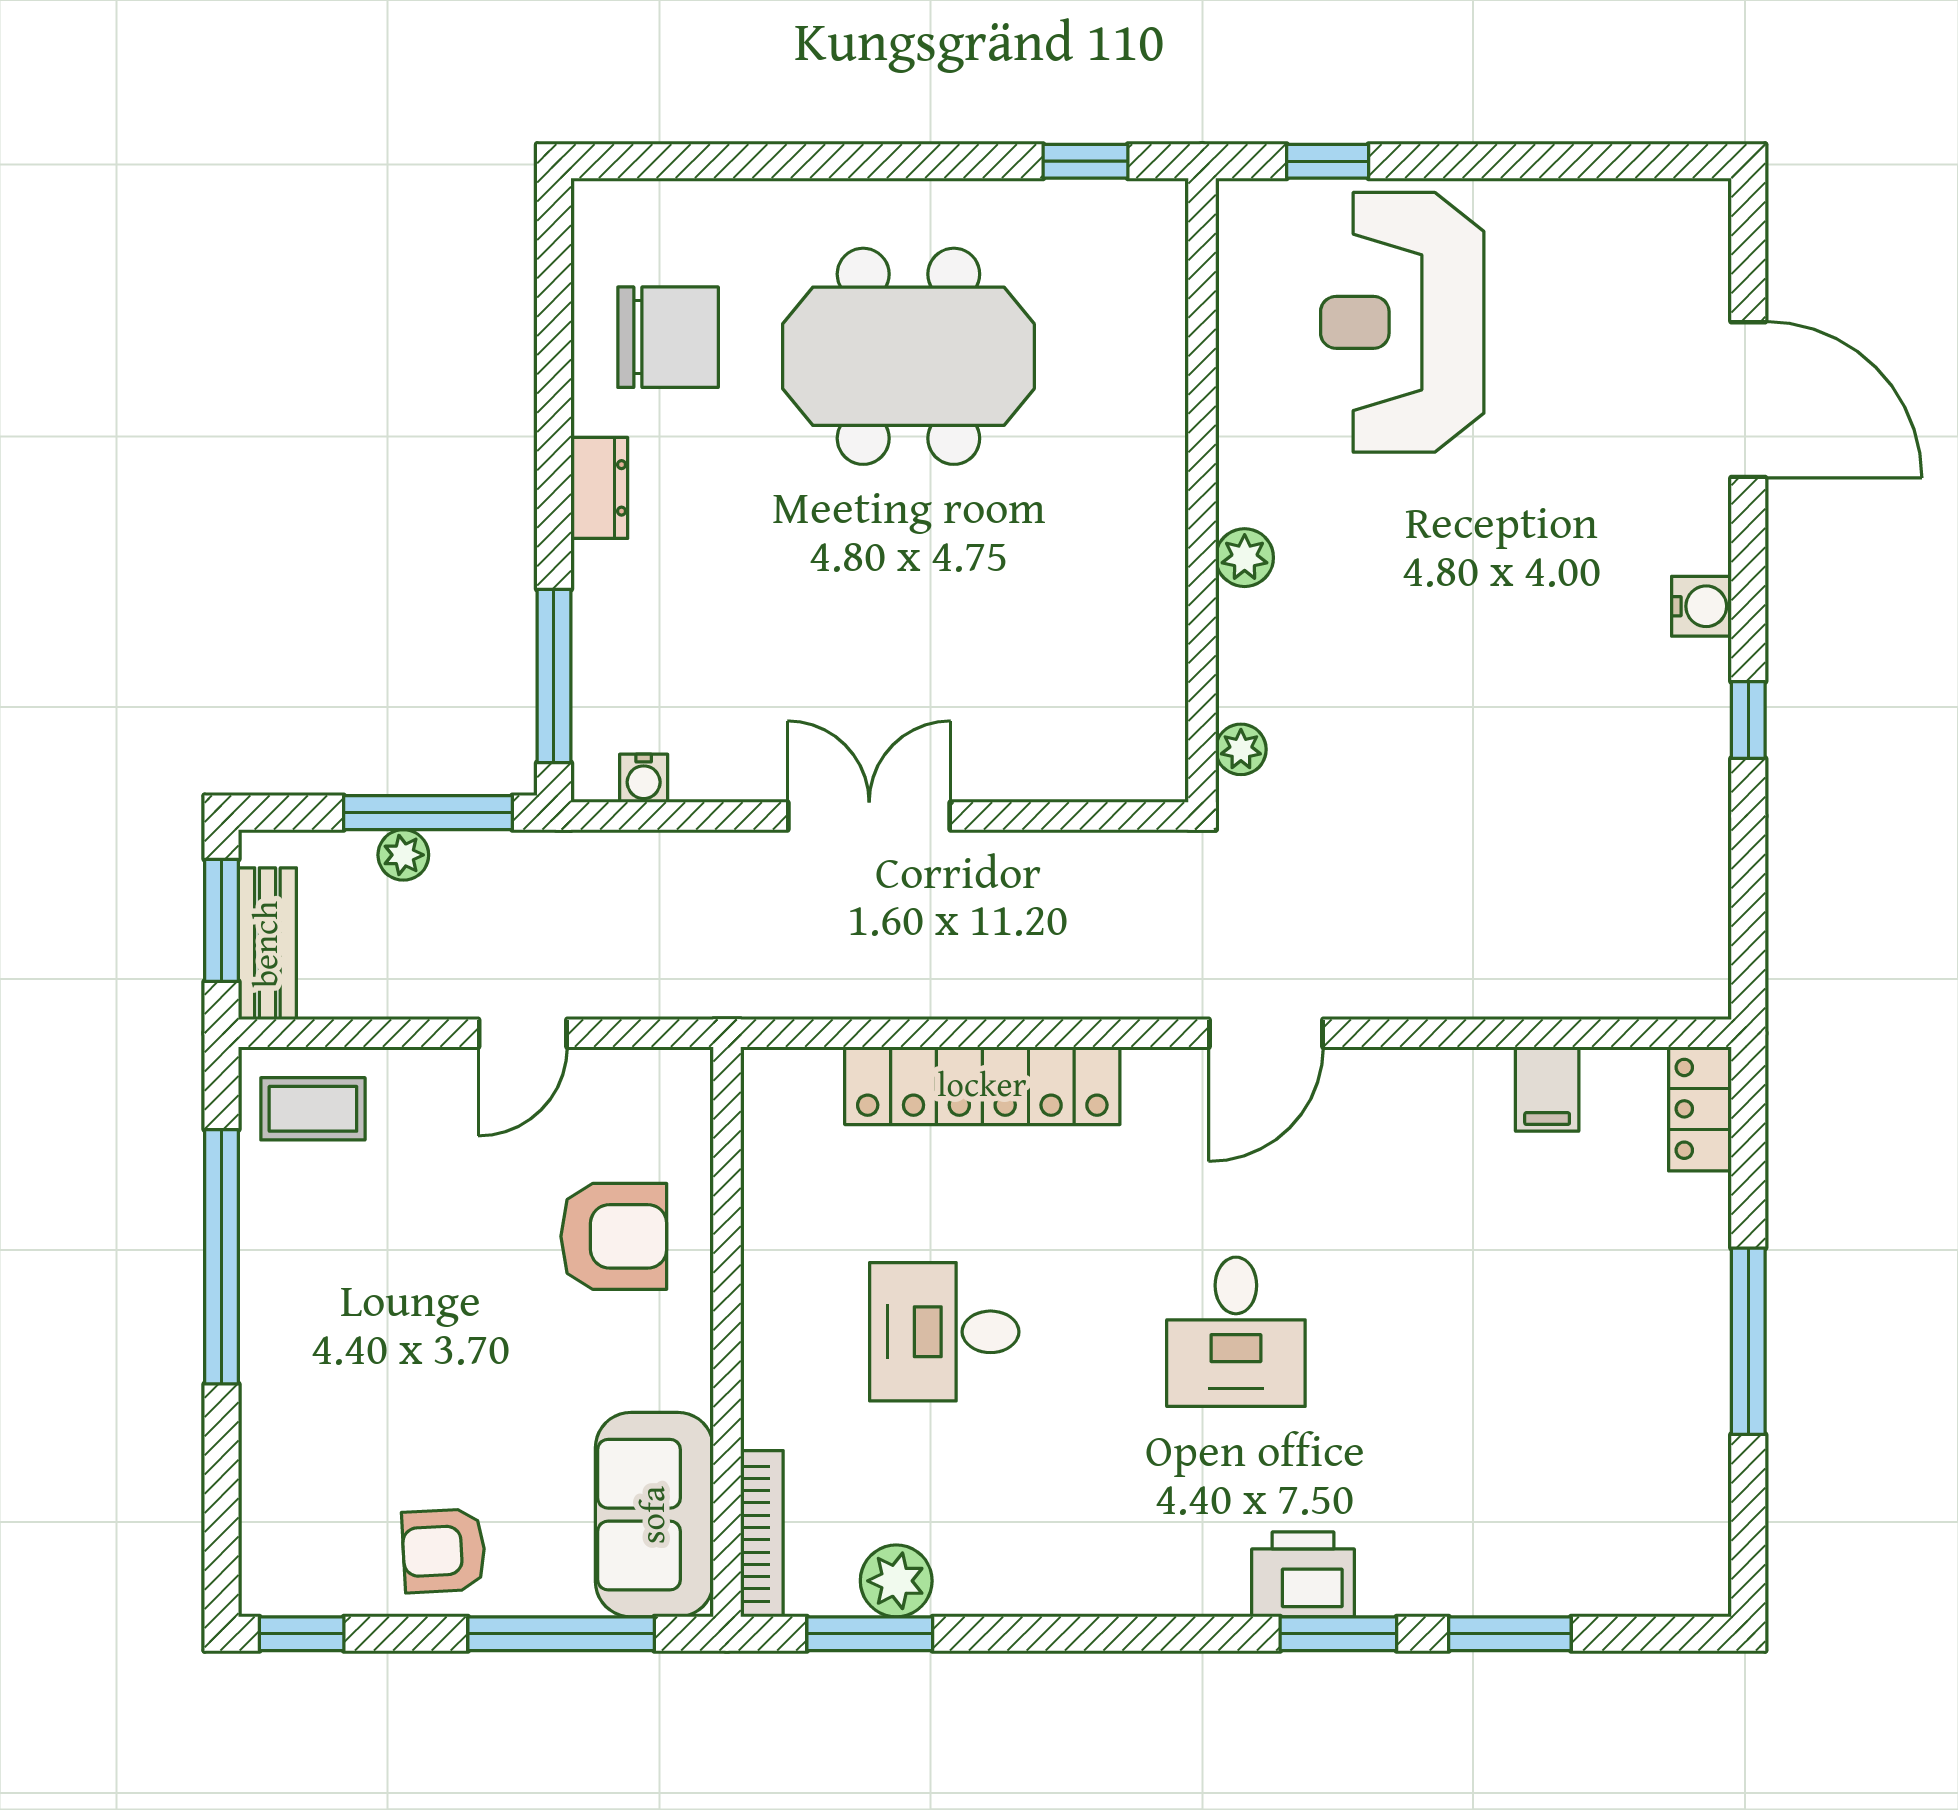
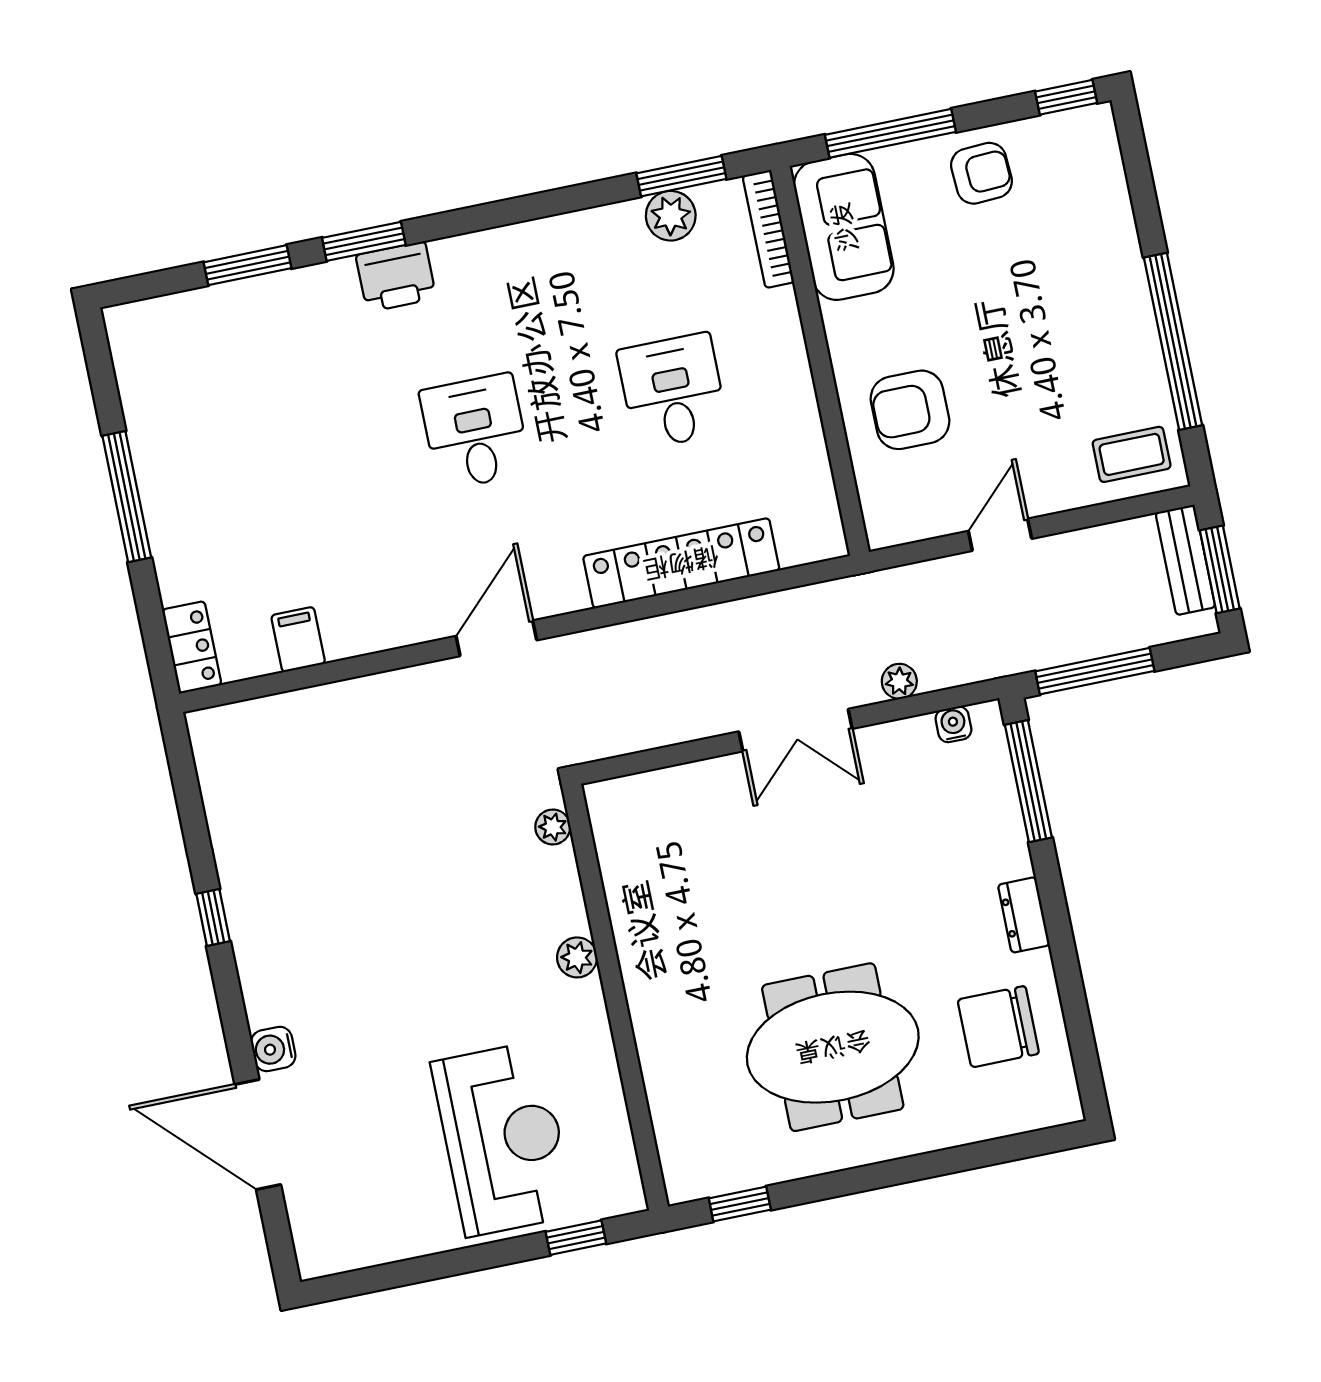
water cooler: (1701, 606) -> (273, 1049), moved
plant: (403, 855) -> (899, 681), moved
desk: (944, 1332) -> (673, 391), turned -90

